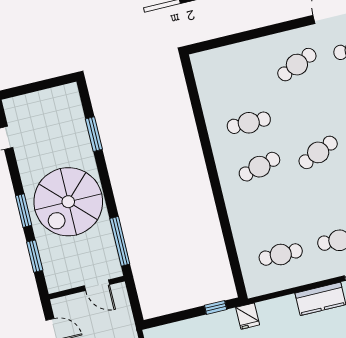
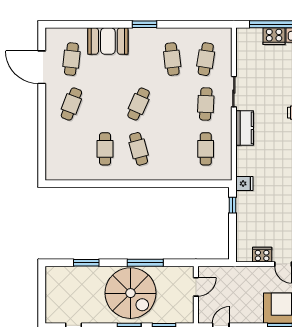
cafe table: (297, 65) -> (71, 104), turned 45
cafe table: (318, 152) -> (139, 104), turned 48
window: (120, 241) -> (145, 263), moved

